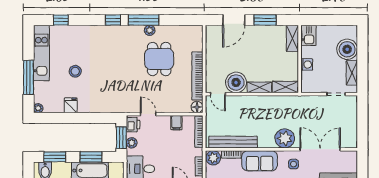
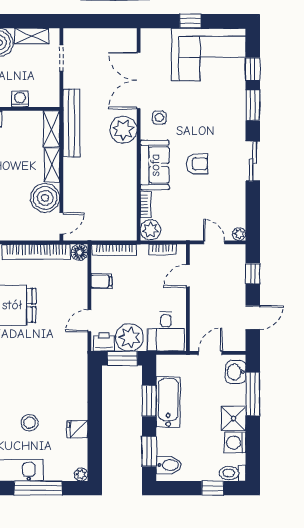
bench: (233, 142) -> (72, 123), moved
plant: (132, 143) -> (130, 337), width x1.87, depth x1.87

